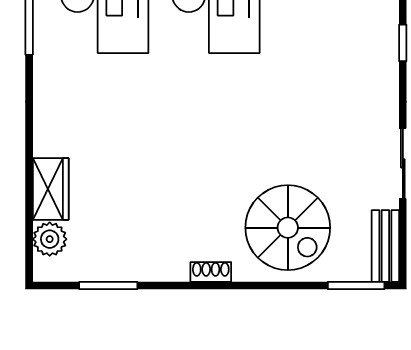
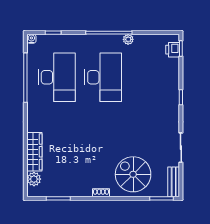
wardrobe: (51, 189) -> (34, 152), width x1.50
spiral stairs: (288, 228) -> (133, 174), turned 180

